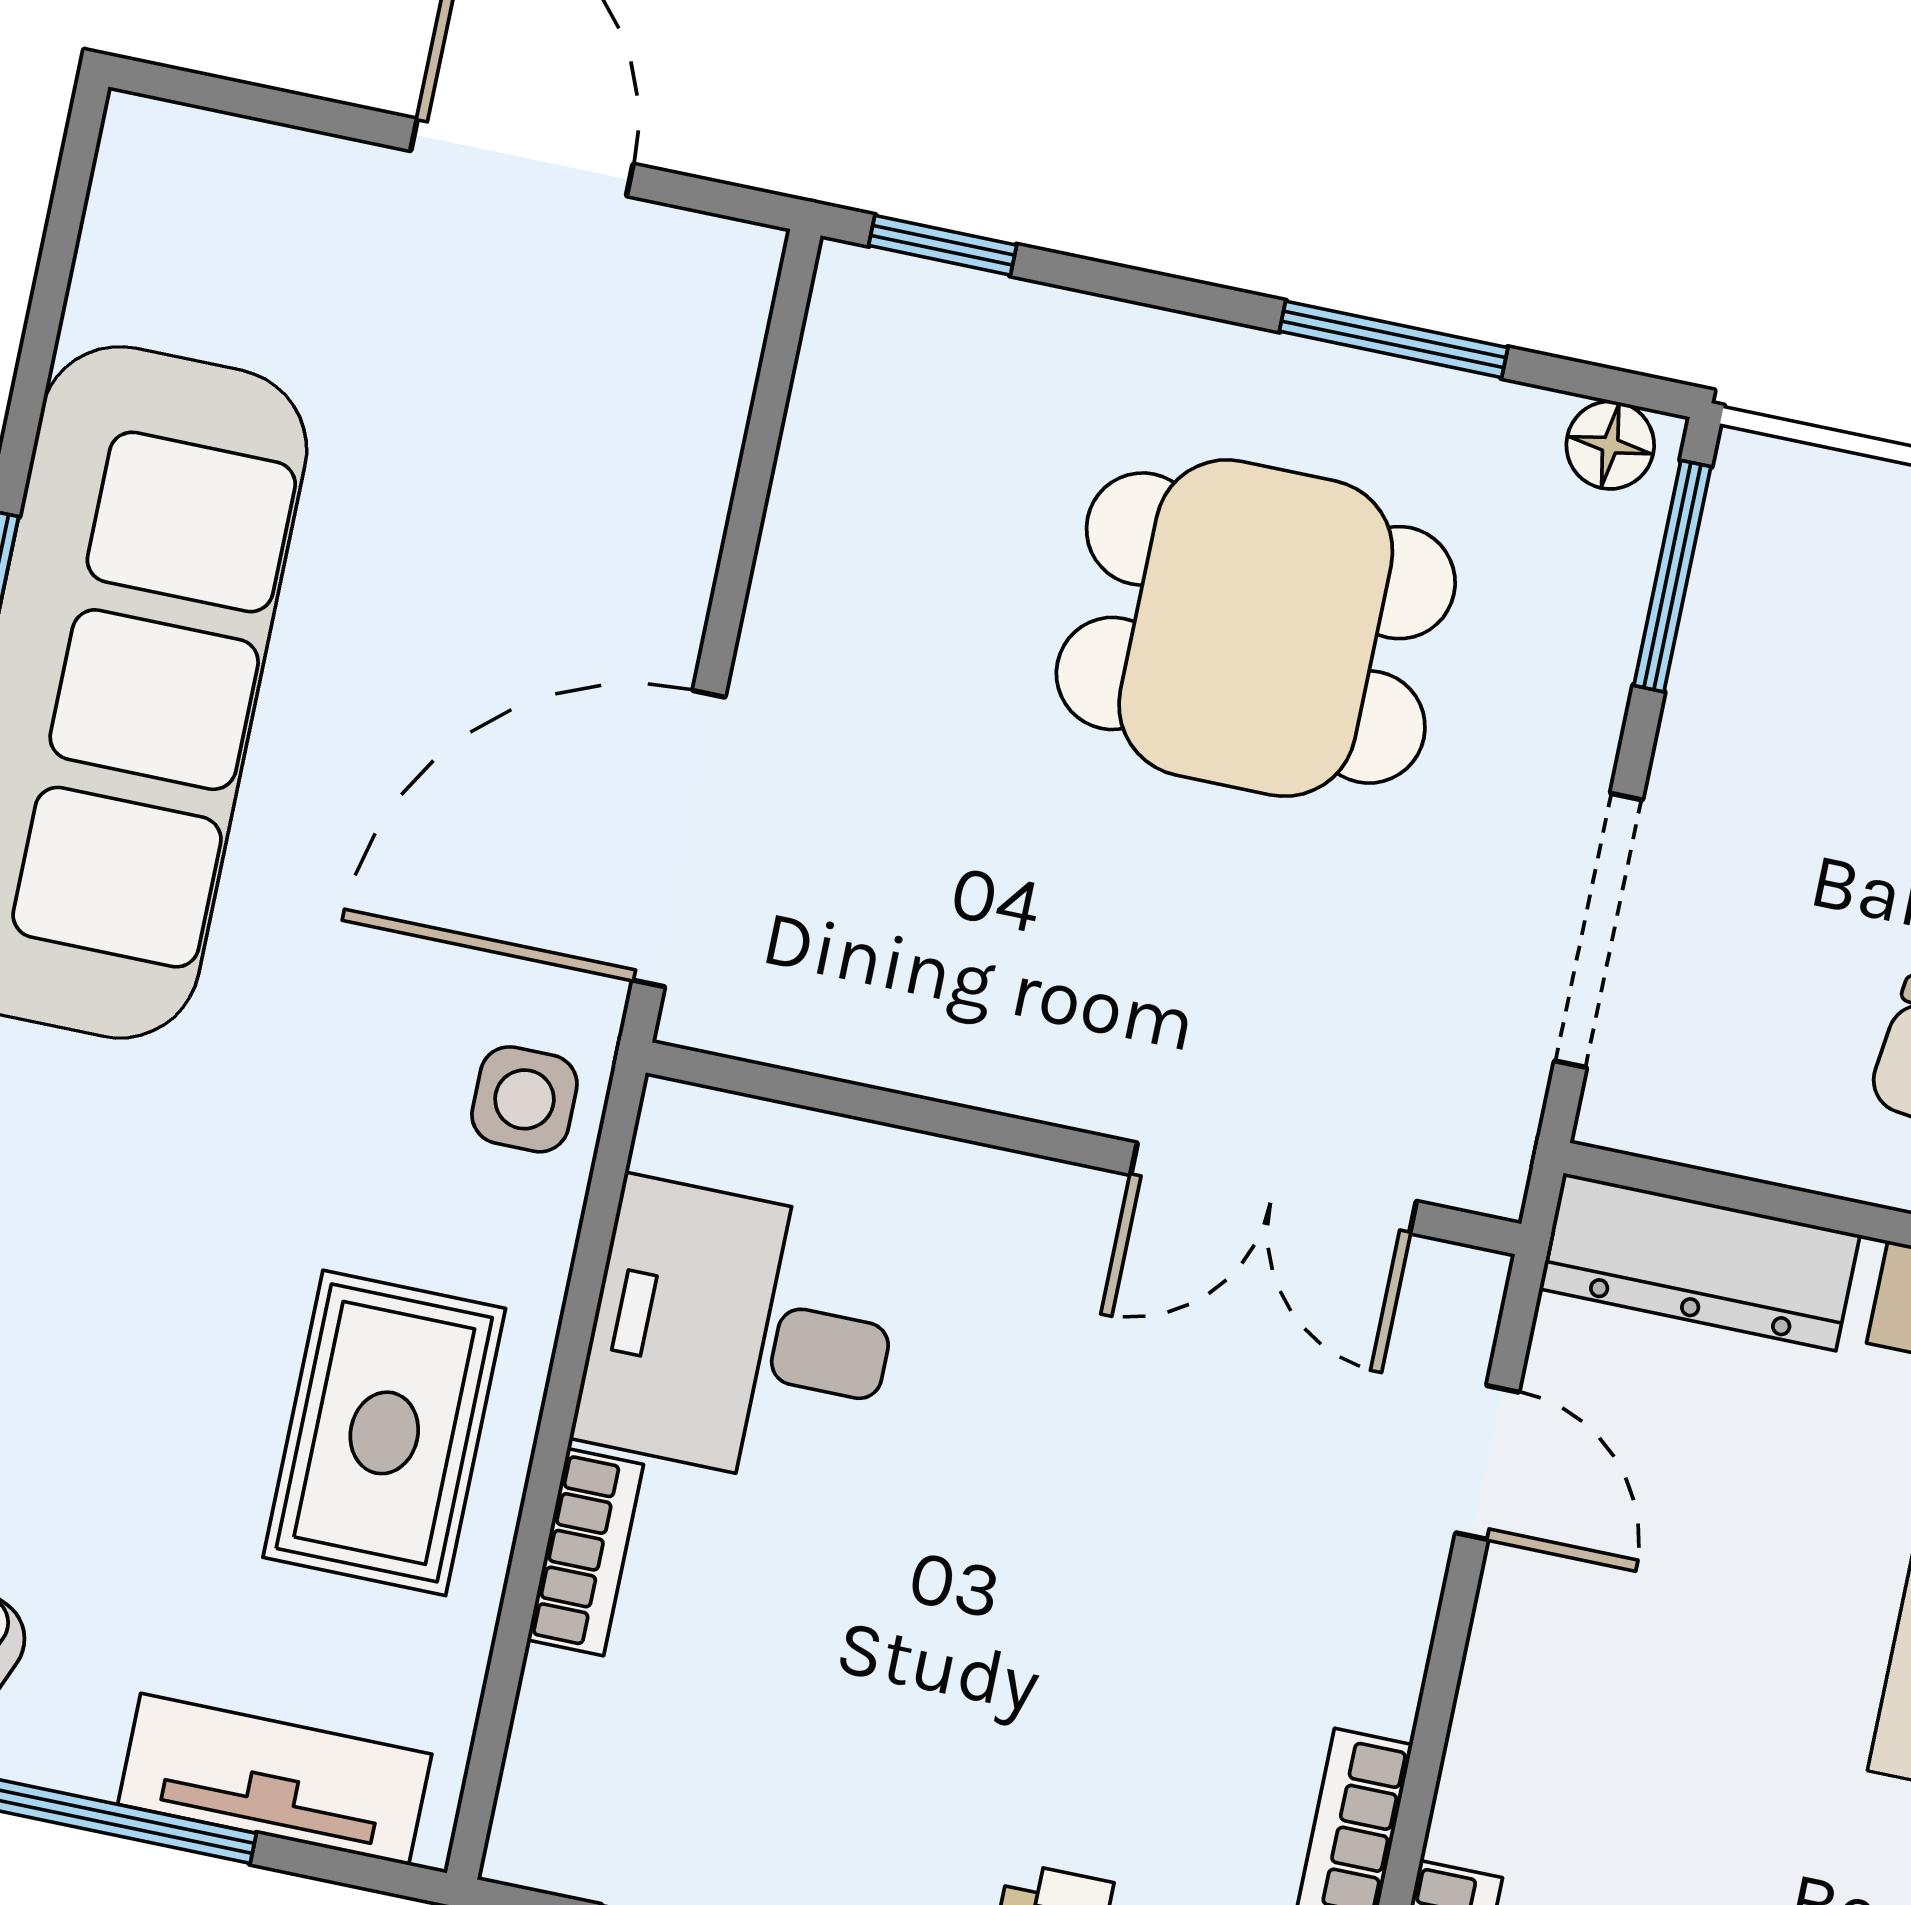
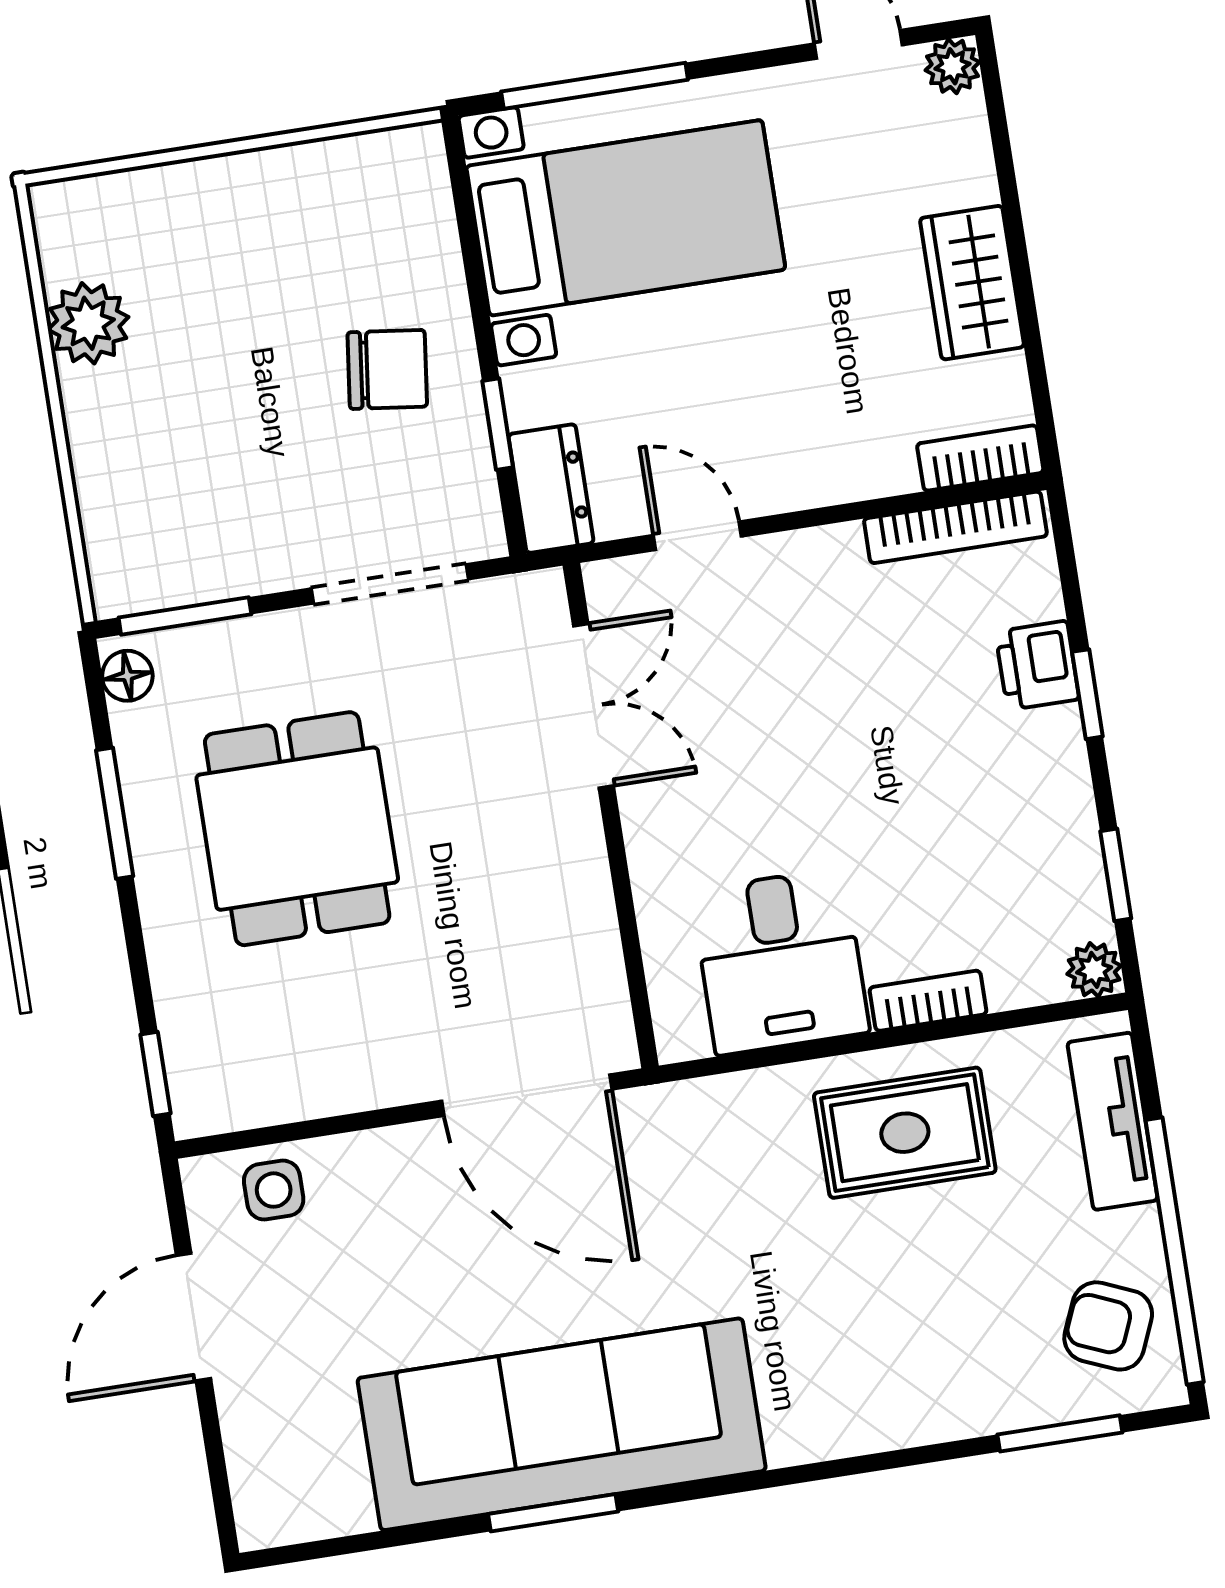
side table: (524, 1099) -> (274, 1190), moved
window: (1793, 1205) -> (498, 424), added
dresser: (1700, 1262) -> (551, 489), width x0.70
door: (1487, 1462) -> (697, 536), hinge flipped
plant: (533, 1843) -> (1094, 970), added

